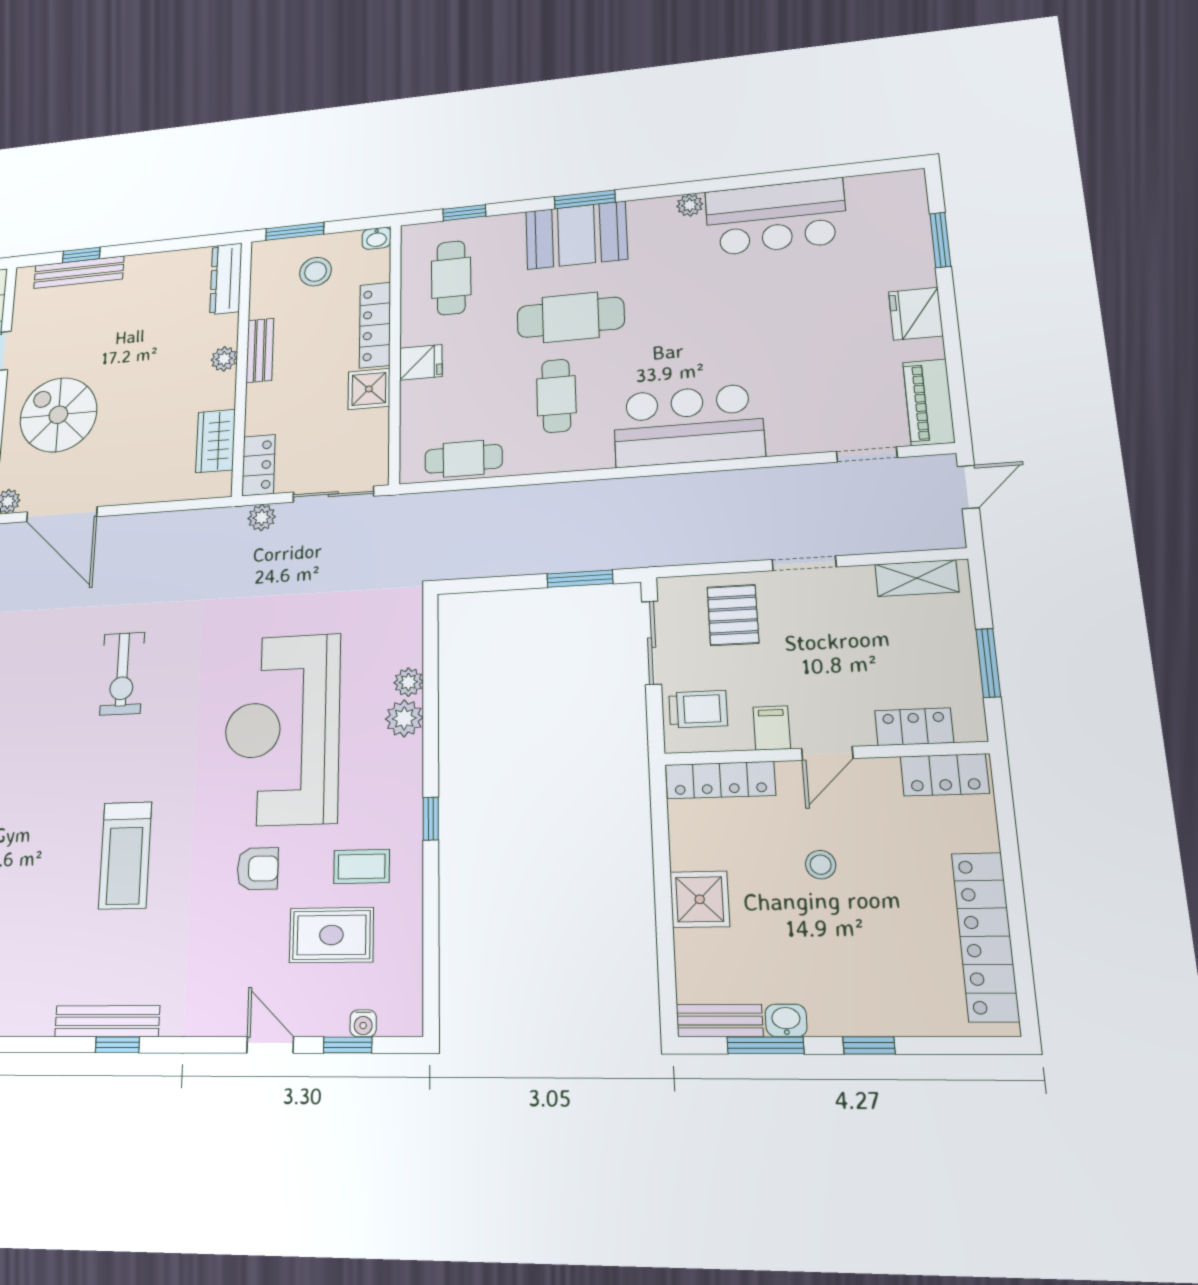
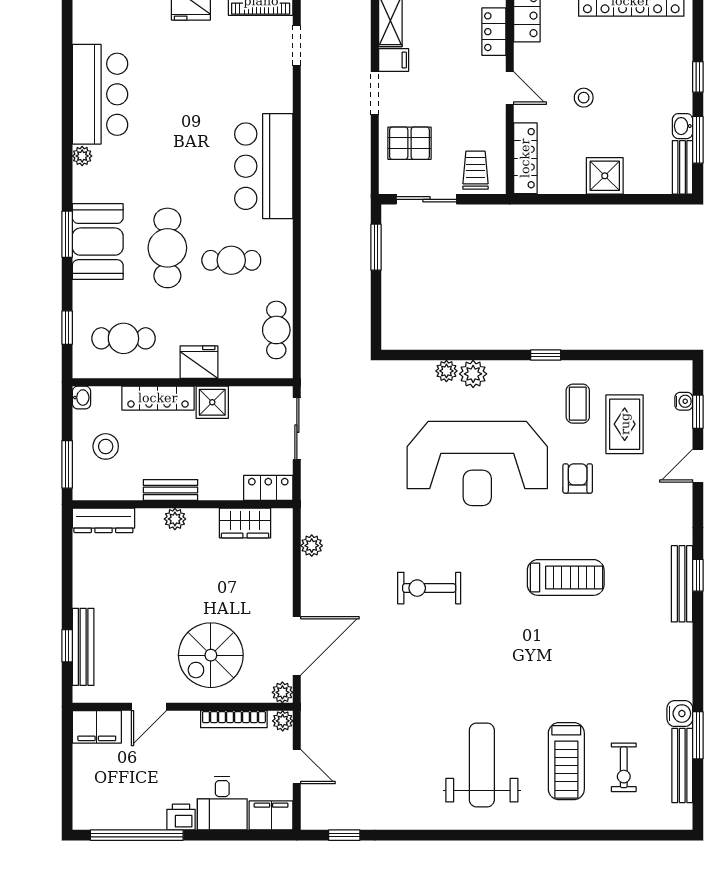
fridge: (421, 362) -> (199, 362), width x1.38
plant: (262, 518) -> (312, 546), moved
exercise bike: (122, 674) -> (429, 588), turned 180
filing cabinet: (772, 728) -> (394, 60), moved, turned 180

